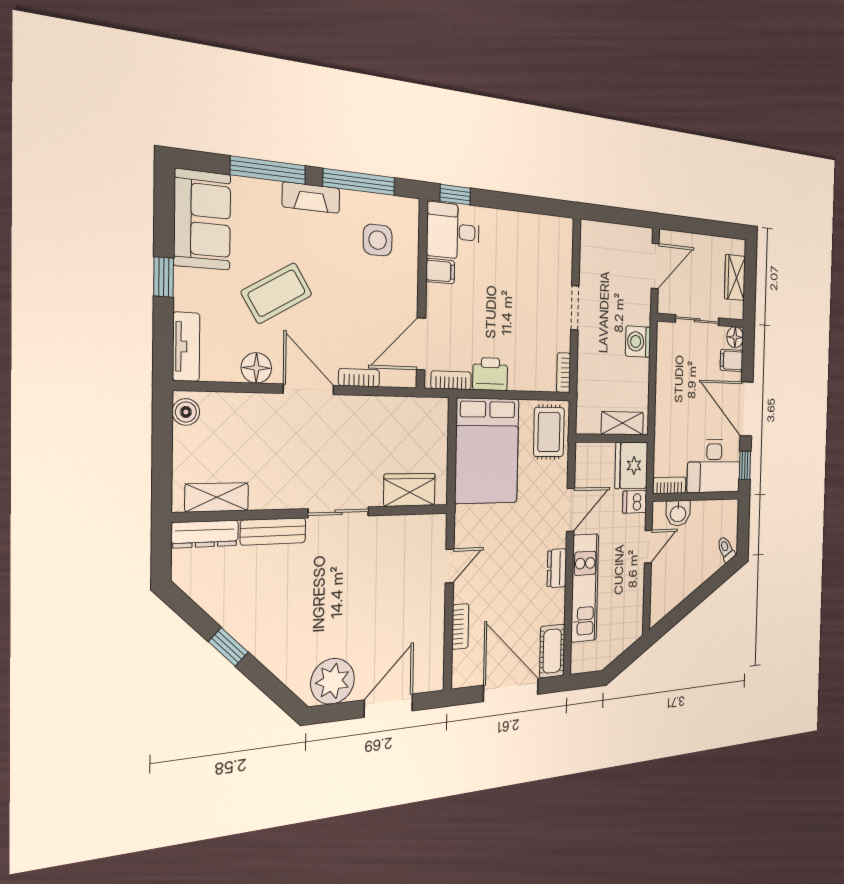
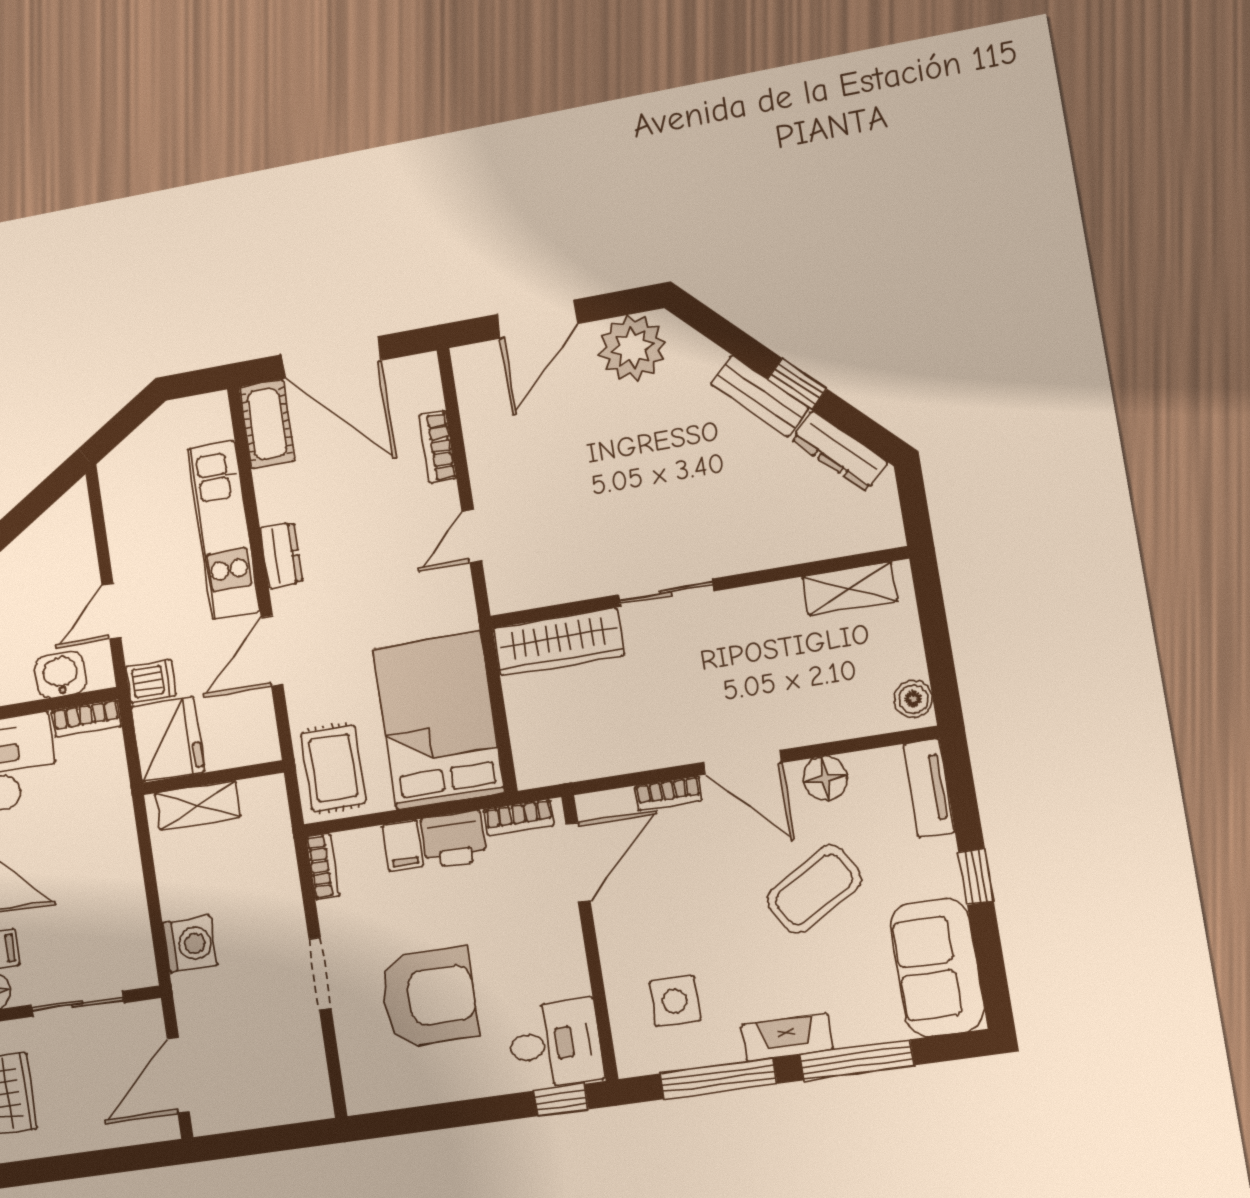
filing cabinet: (440, 271) -> (403, 845), moved, turned -90
armchair: (519, 279) -> (429, 997), added
wardrobe: (410, 490) -> (559, 642), width x1.50
bench: (273, 531) -> (760, 396), moved, turned 45
dresser: (205, 534) -> (840, 451), moved, turned -135

